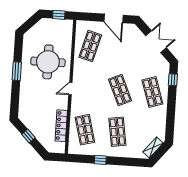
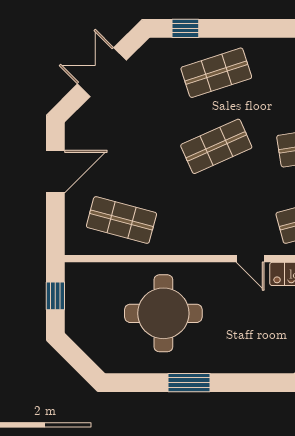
door: (70, 89) -> (250, 259), moved

